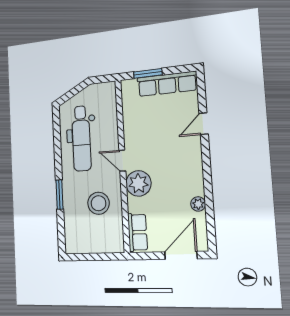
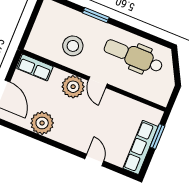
door: (122, 161) -> (98, 82), swing flipped
plant: (198, 204) -> (42, 123), width x1.88, depth x1.88

